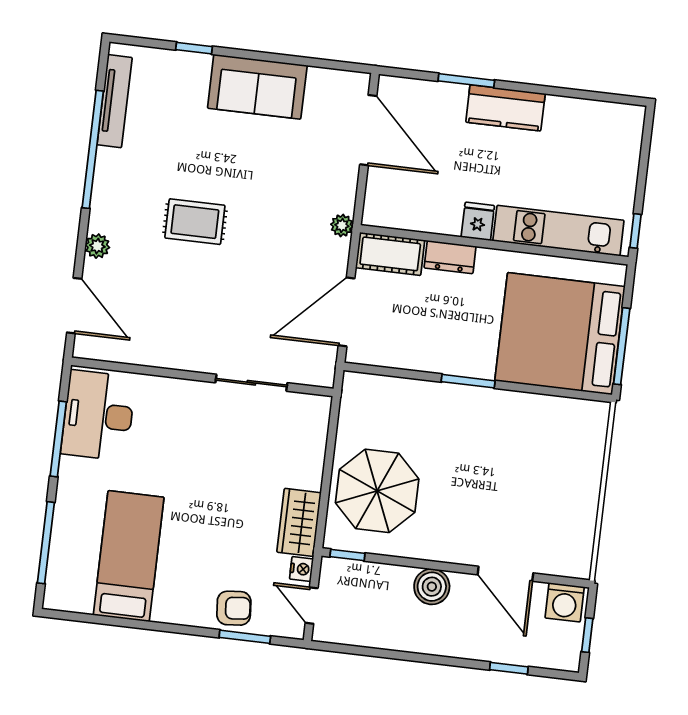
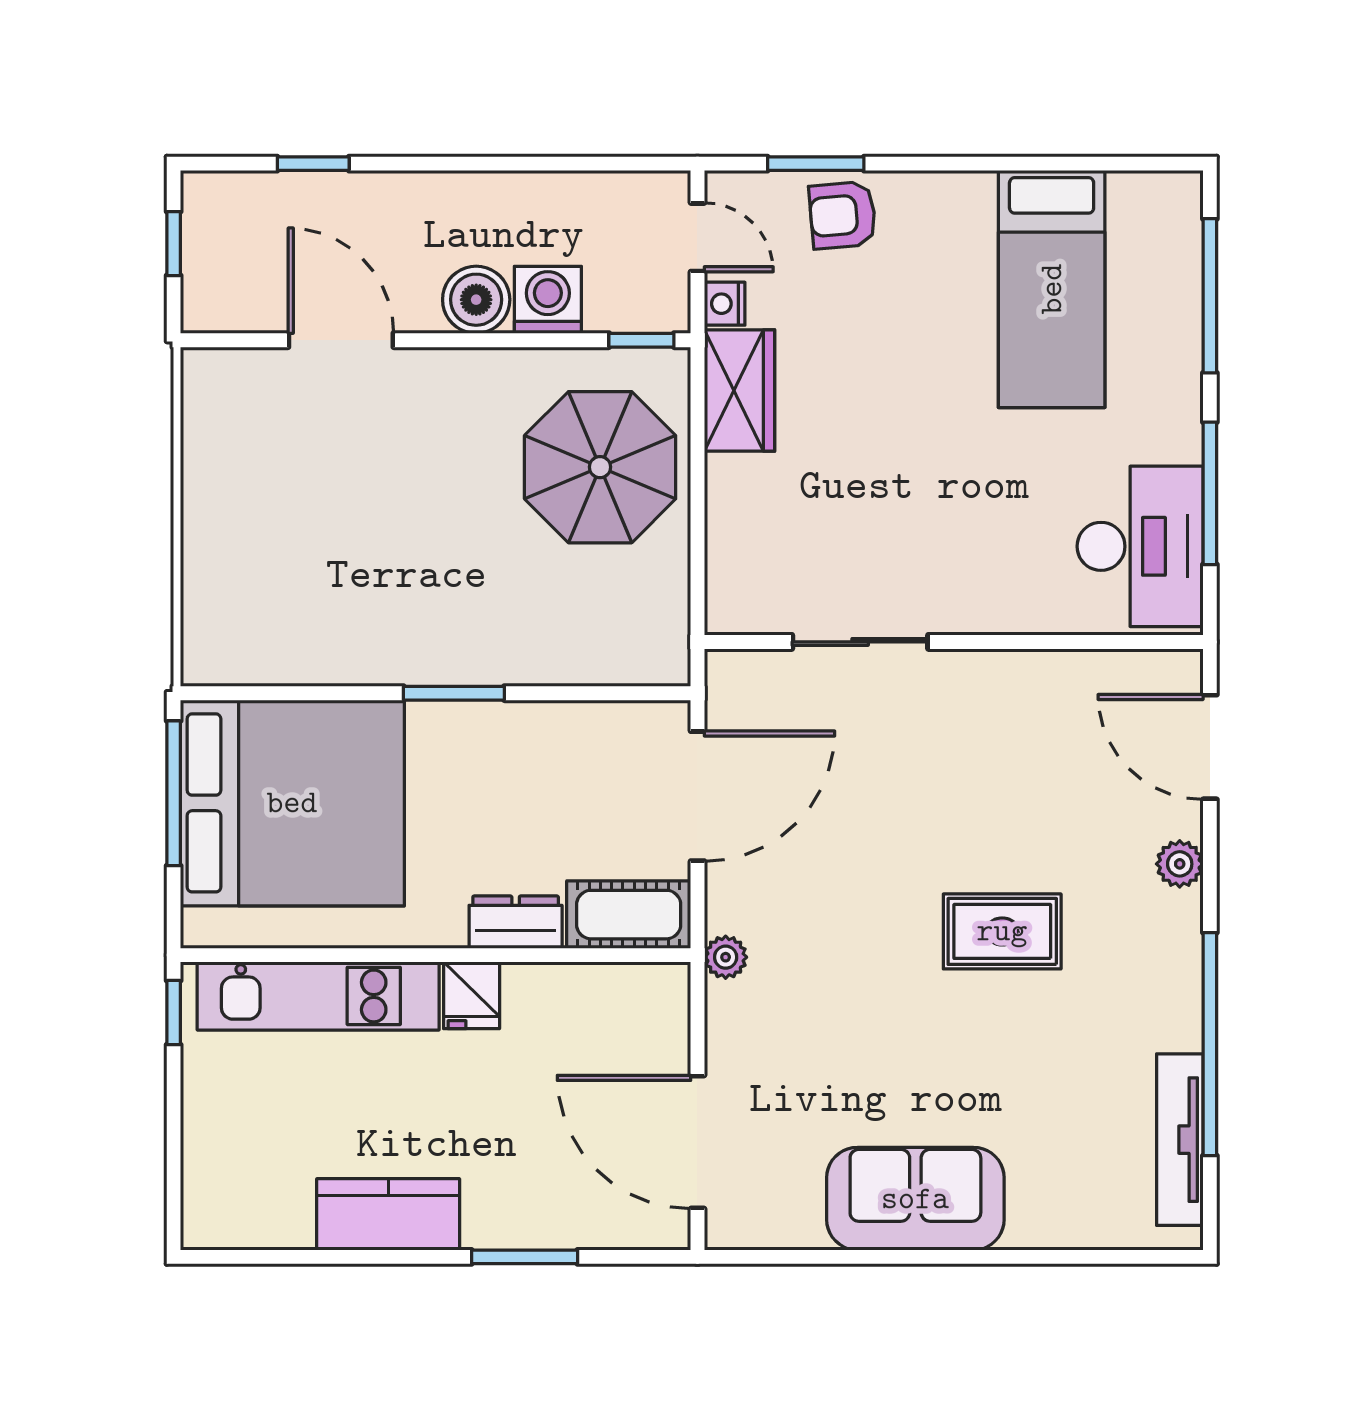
window: (194, 48) -> (1043, 1257), removed
kitchen counter: (505, 108) -> (388, 1214), moved
washing machine: (565, 602) -> (548, 300), moved

